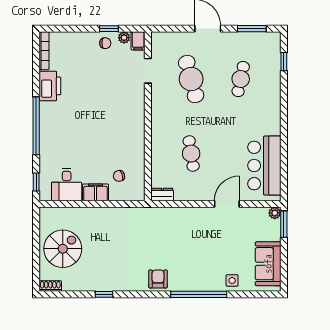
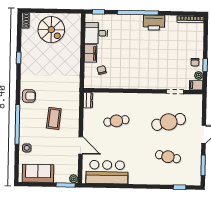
printer: (50, 86) -> (154, 23), moved
coffee table: (189, 243) -> (54, 118), added

